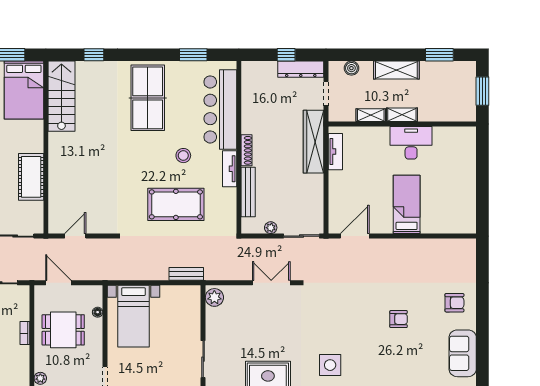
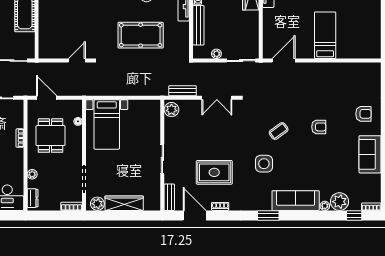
door: (75, 236) -> (77, 61), moved
bench: (186, 274) -> (183, 91), moved
double door: (271, 283) -> (217, 98), swing flipped
coffee table: (348, 324) -> (279, 131), added
dining table: (63, 330) -> (51, 136), turned 90

